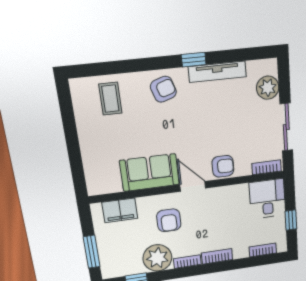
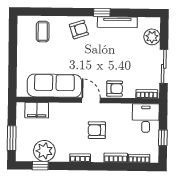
sofa: (150, 173) -> (54, 86), width x1.36
armchair: (169, 220) -> (97, 130), moved, turned 90
bookcase: (217, 256) -> (116, 158), moved
plant: (157, 258) -> (44, 151), moved

